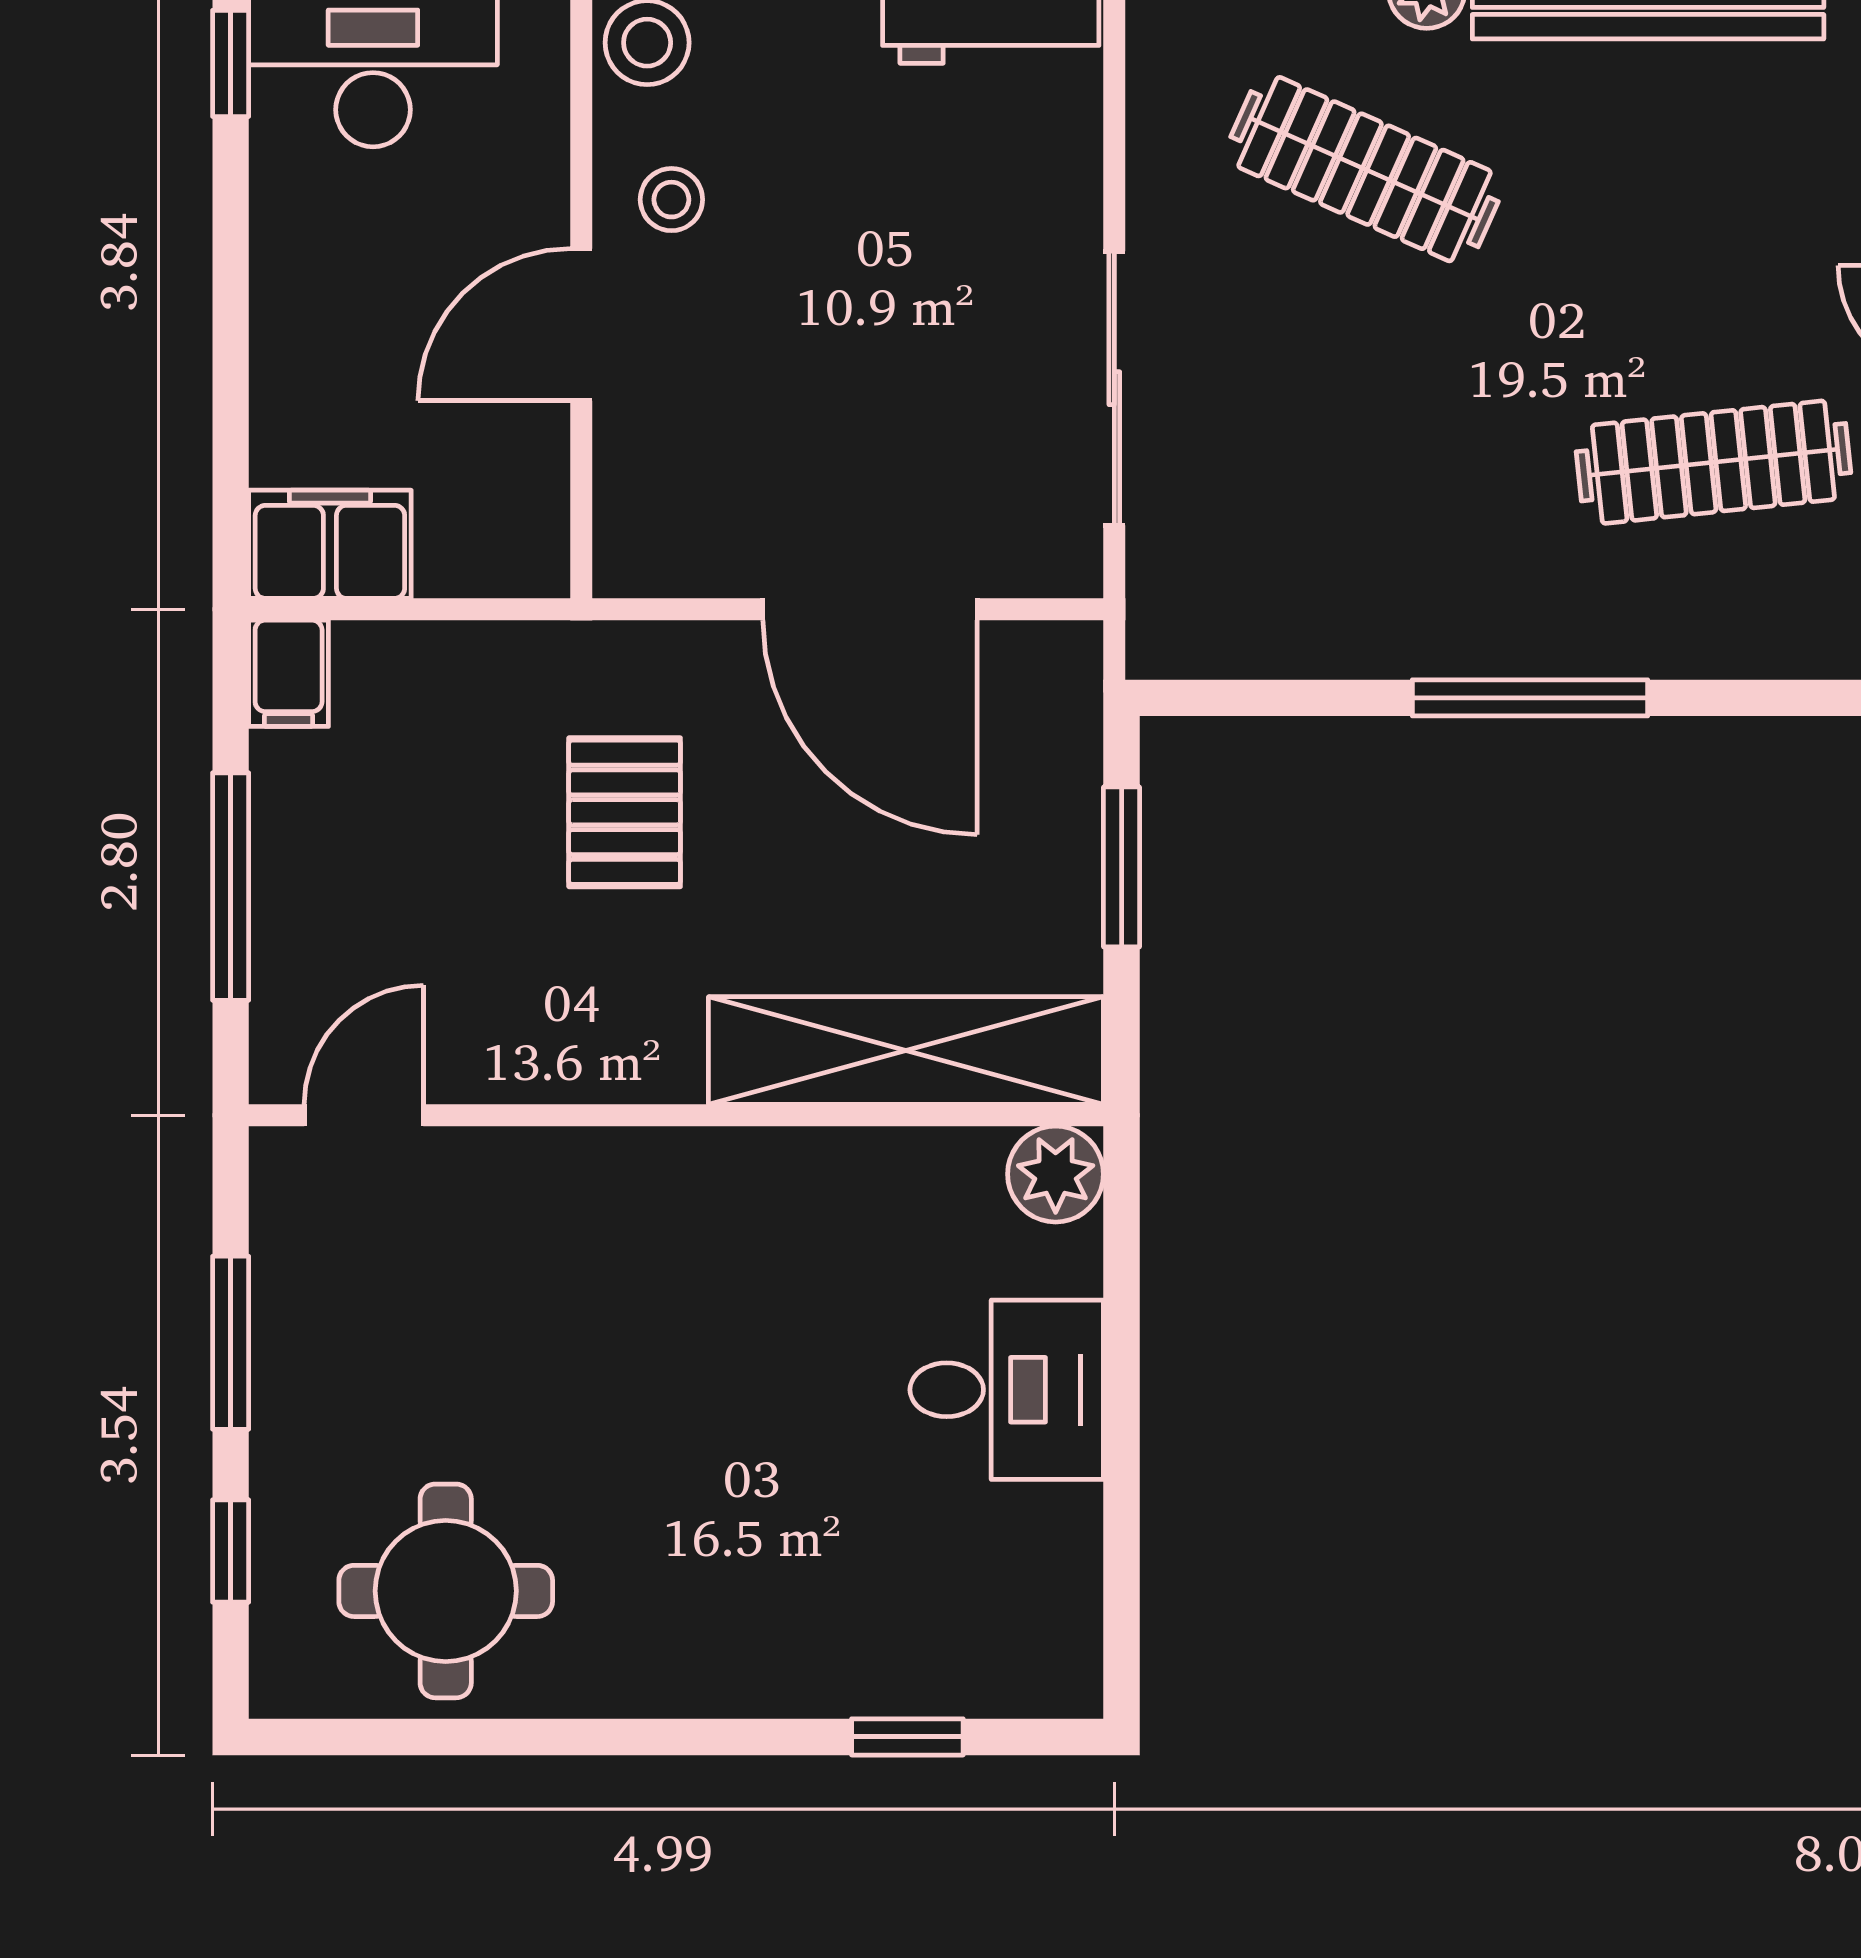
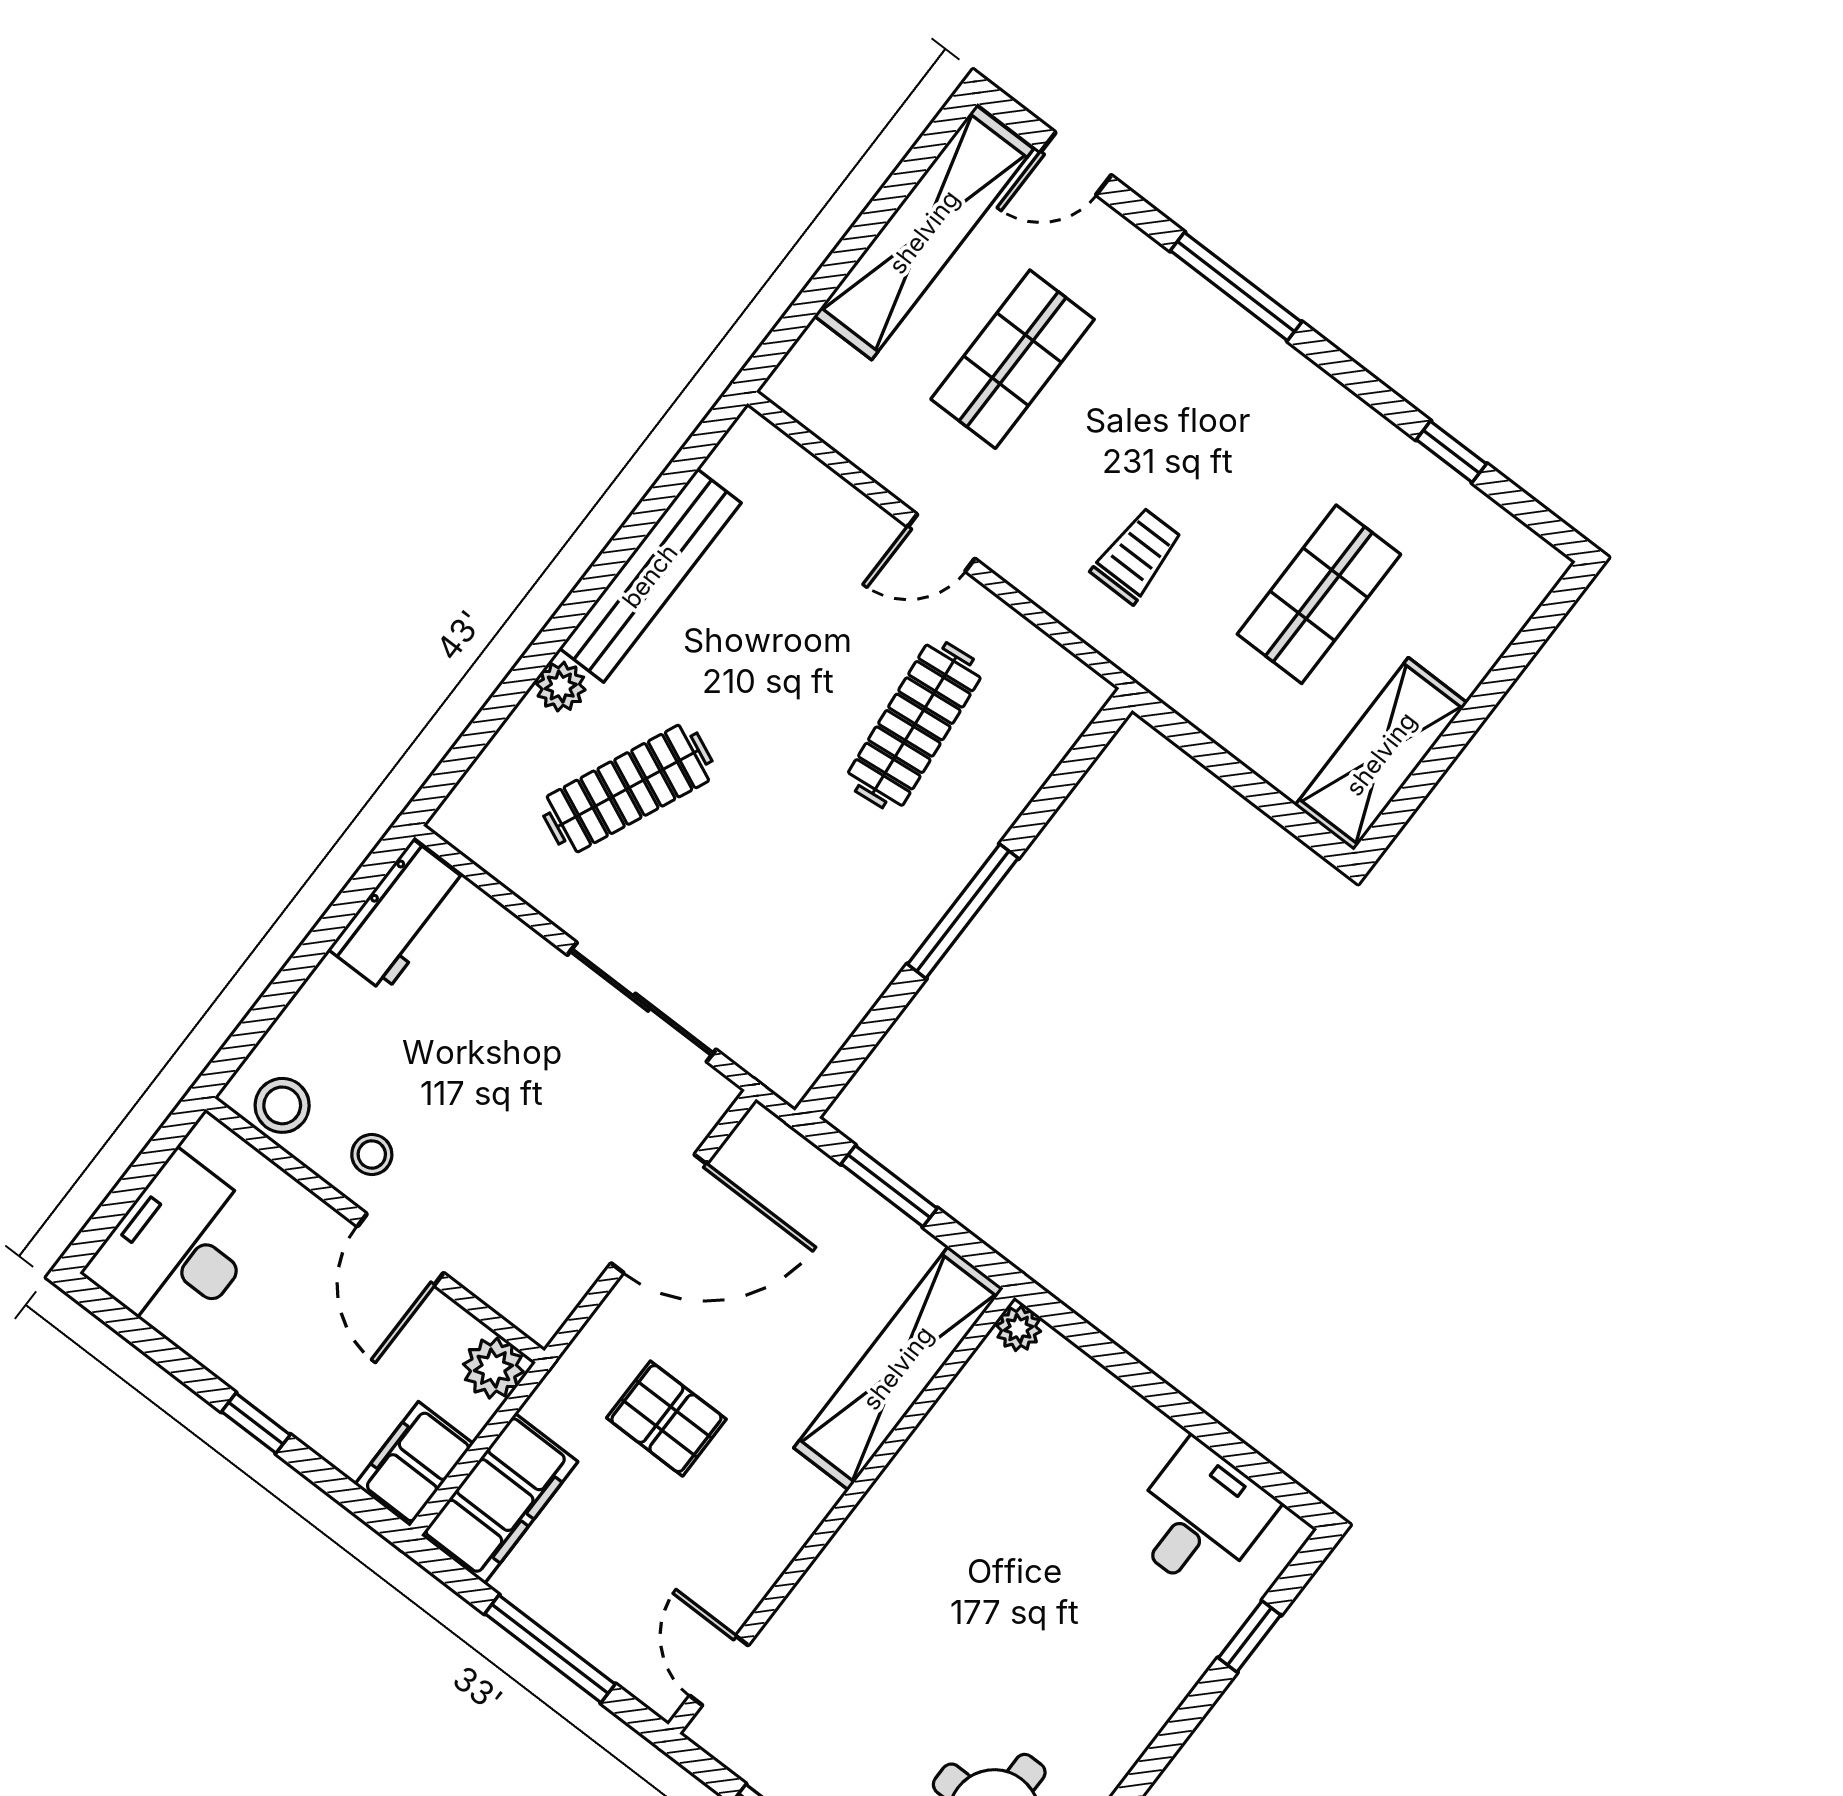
window: (231, 63) -> (256, 1423), moved
plant: (523, 551) -> (493, 1368), added
filing cabinet: (289, 673) -> (500, 1498), width x3.00, depth x1.17
plant: (1056, 1174) -> (1019, 1328), width x0.73, depth x0.73
desk: (1007, 1390) -> (1200, 1518), moved

